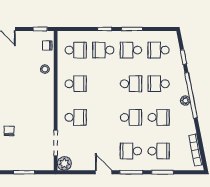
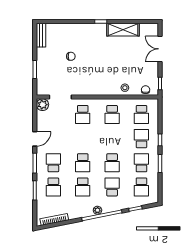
school desk: (159, 50) -> (141, 187), turned 180

